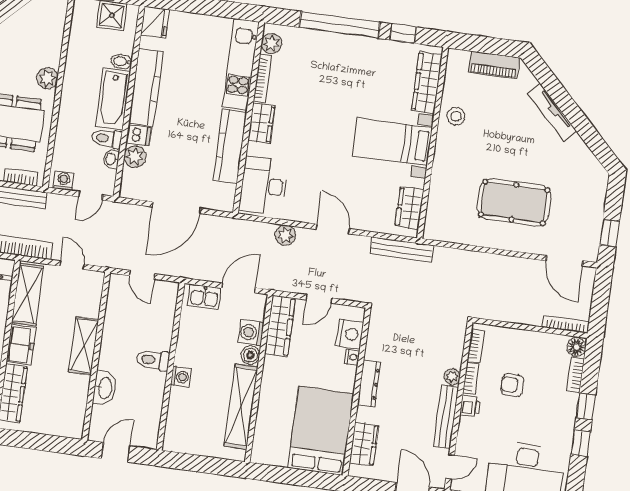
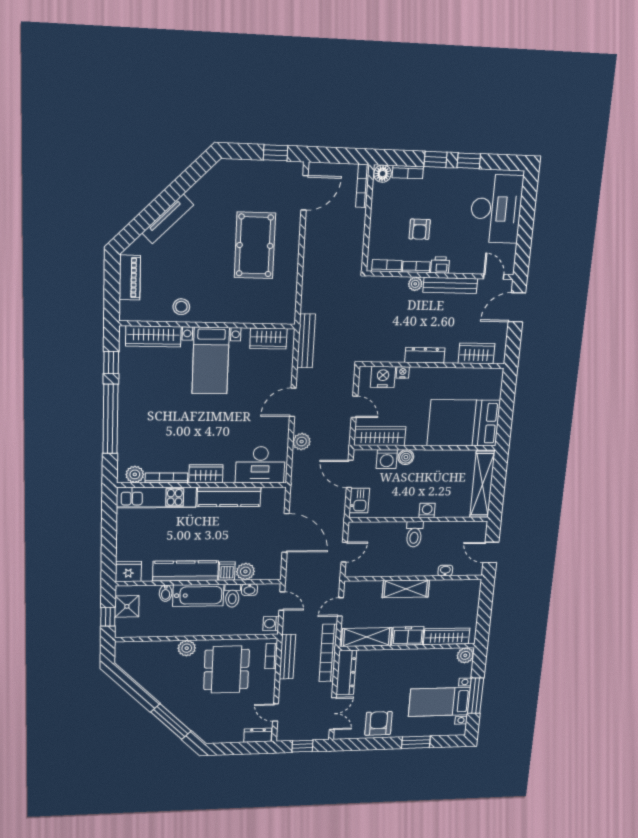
washbasin: (105, 388) -> (445, 571), width x0.52, depth x0.69
shelving: (241, 407) -> (482, 484), moved, turned 90
bed: (321, 431) -> (464, 423), moved

